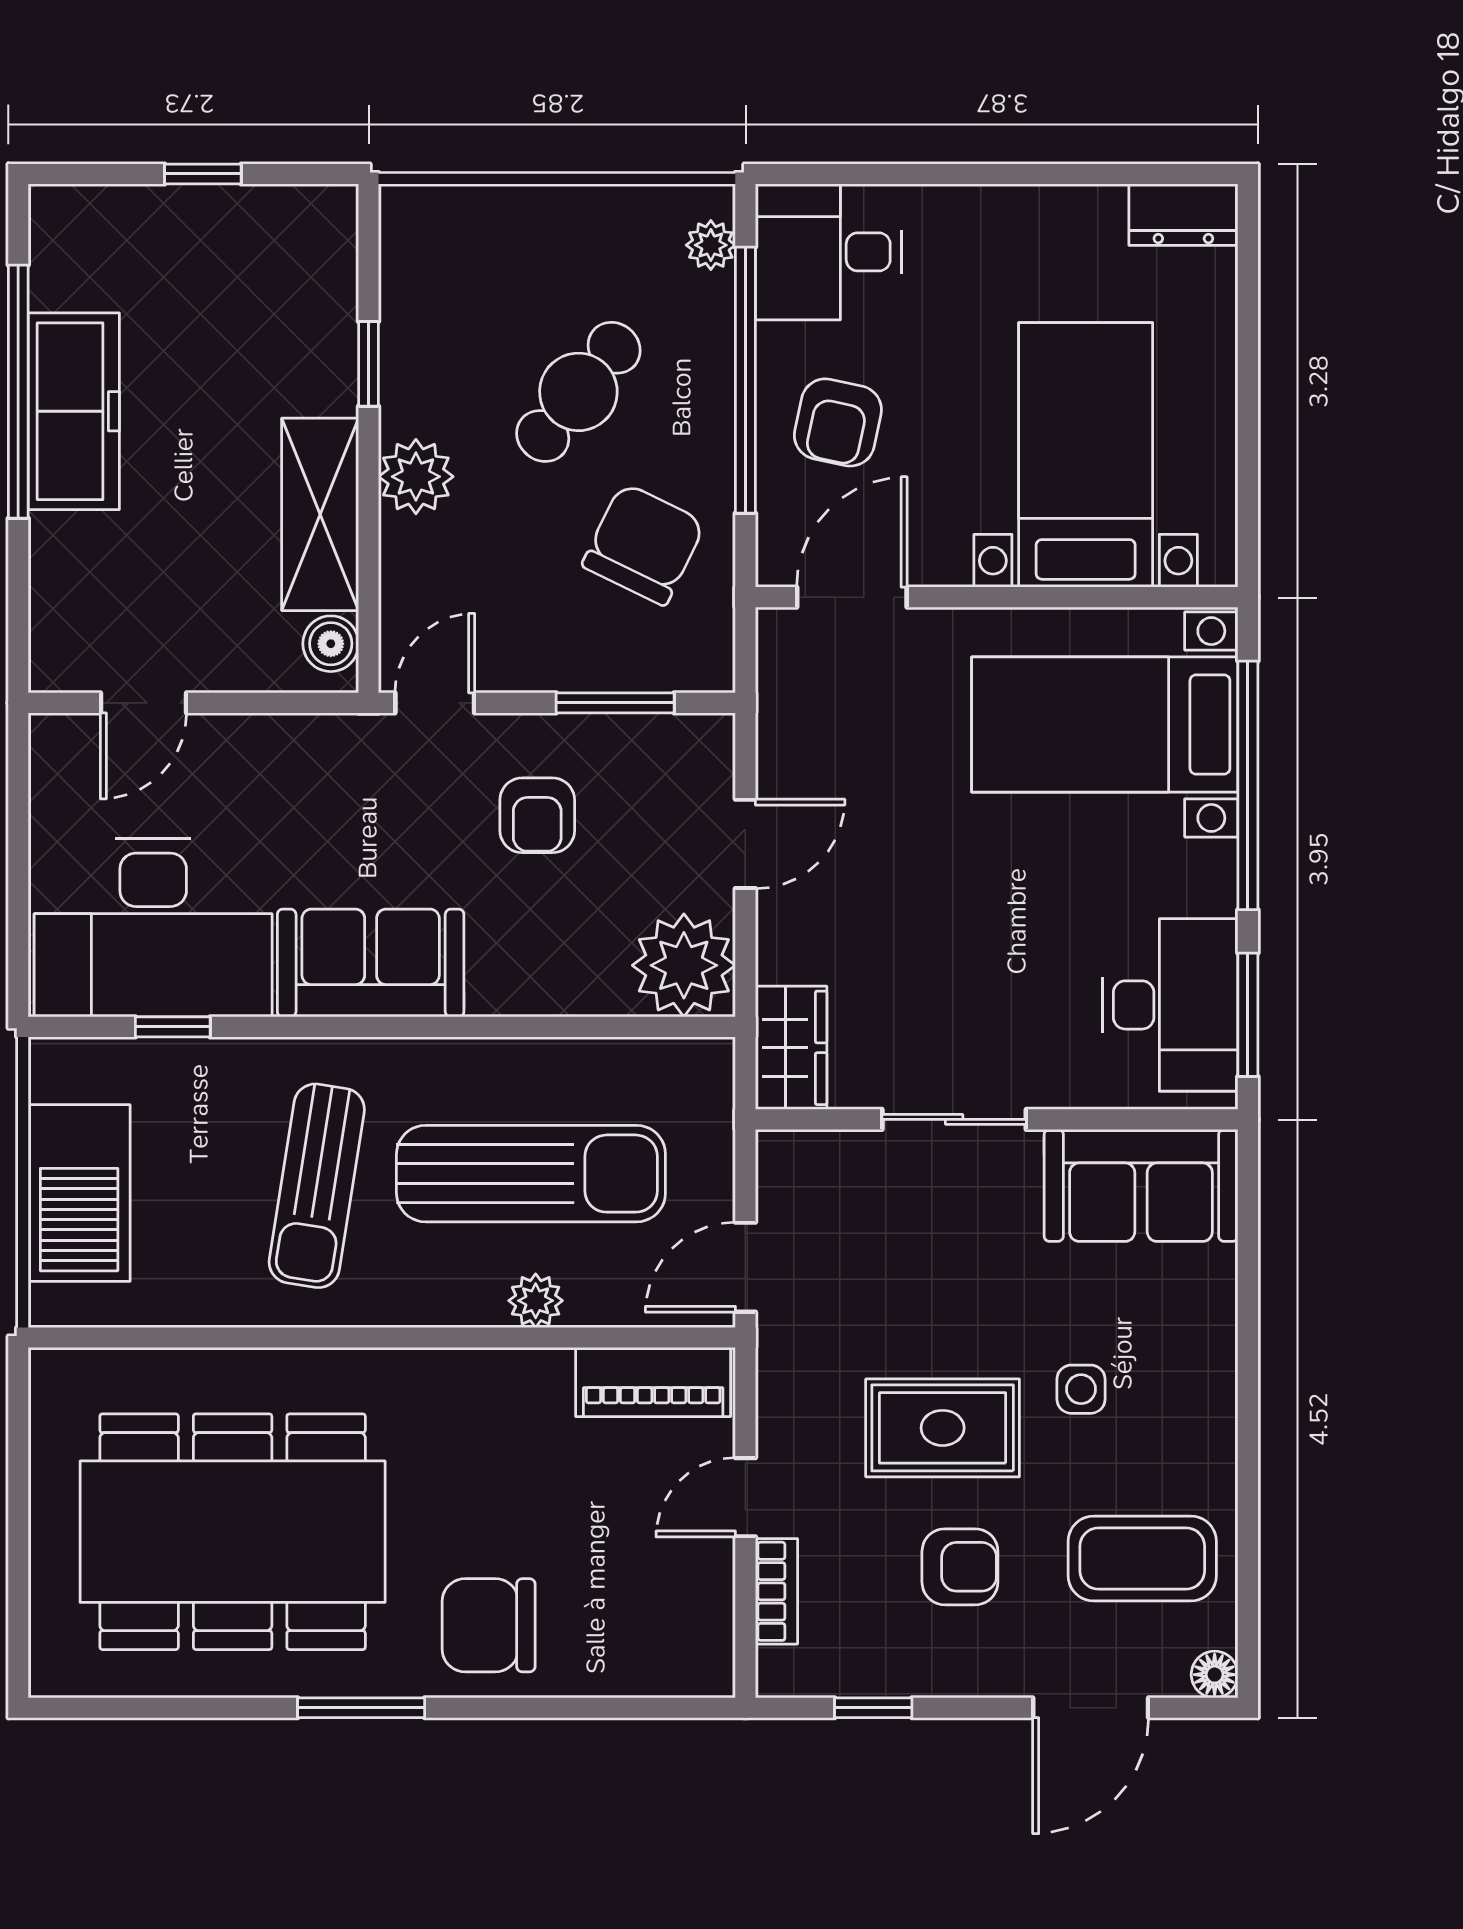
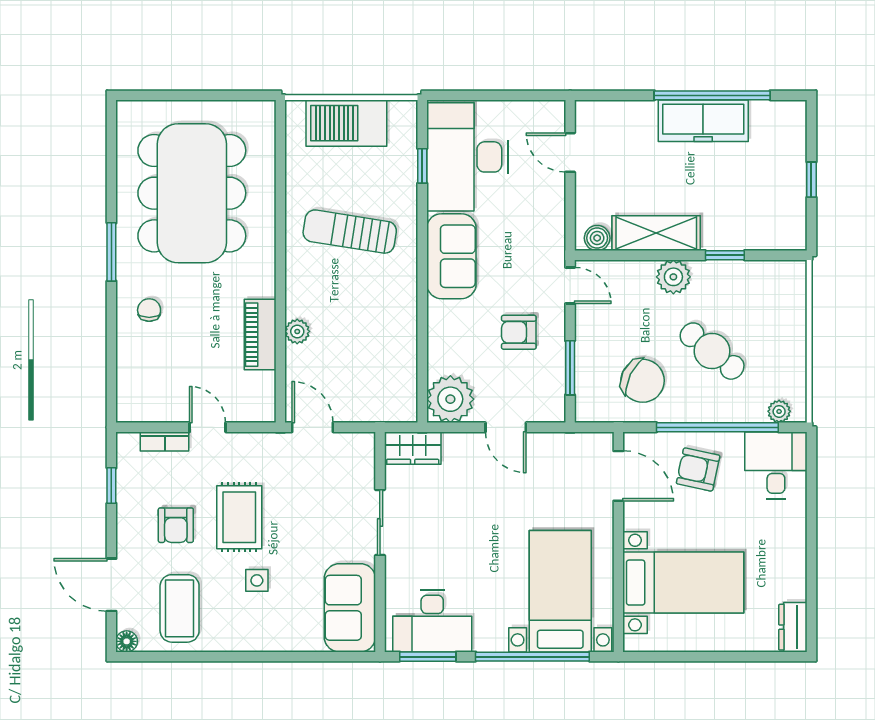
sun lounger: (531, 1174) -> (355, 329), removed
piano: (653, 1382) -> (260, 335), moved
chair: (489, 1625) -> (149, 310), width x0.54, depth x0.54

